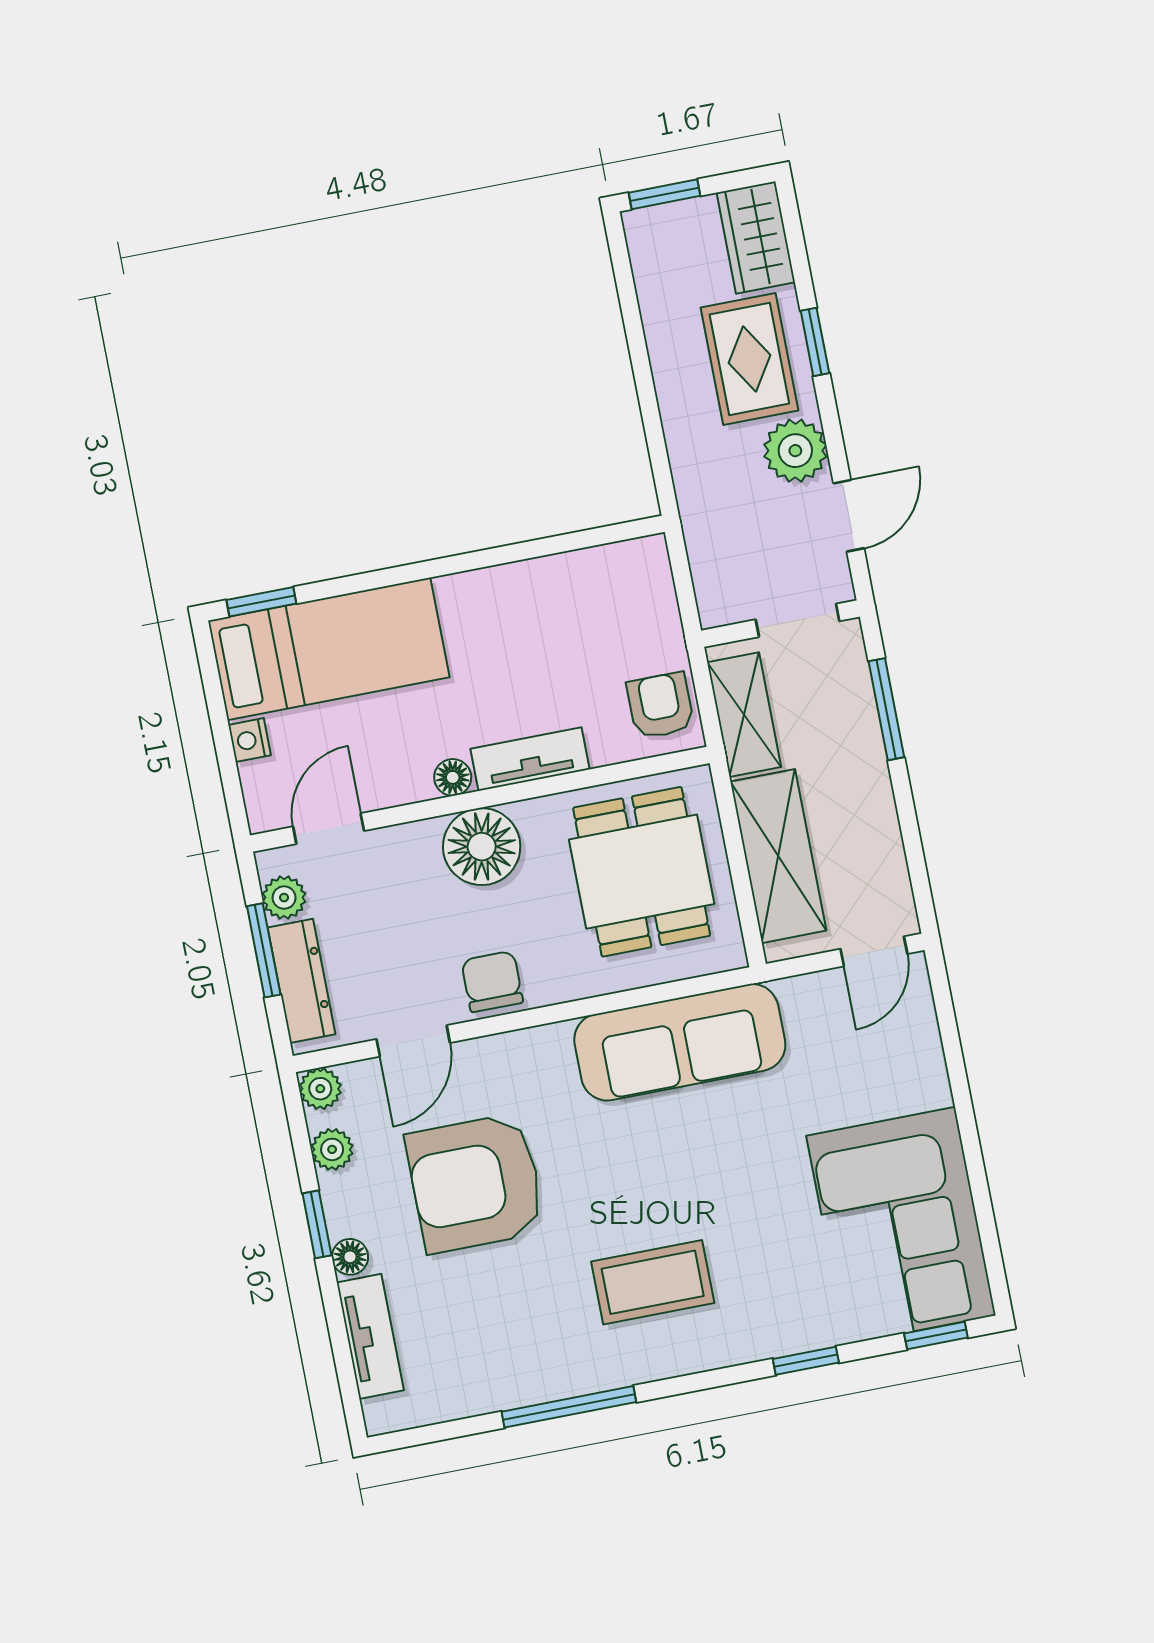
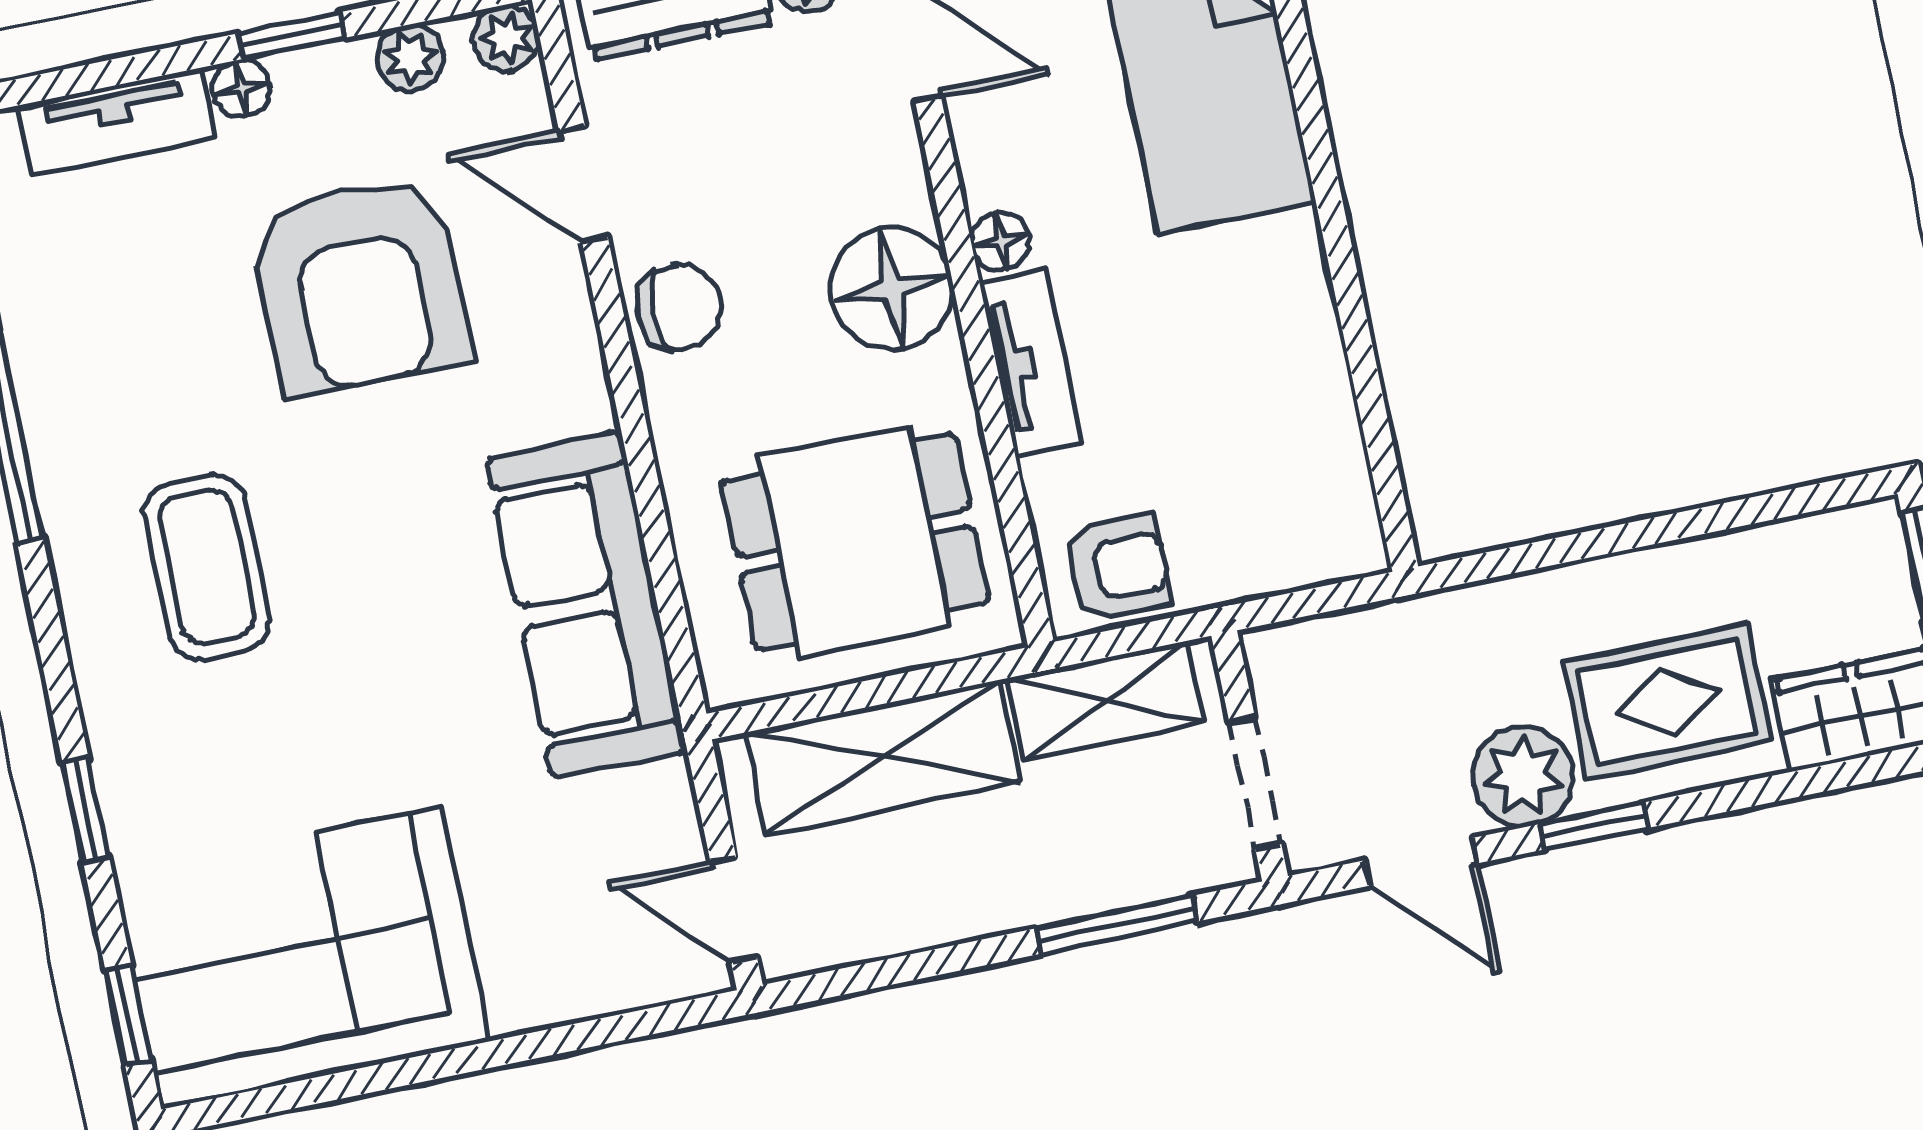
window: (815, 342) -> (1593, 826), moved
armchair: (476, 1183) -> (360, 285), turned 180

